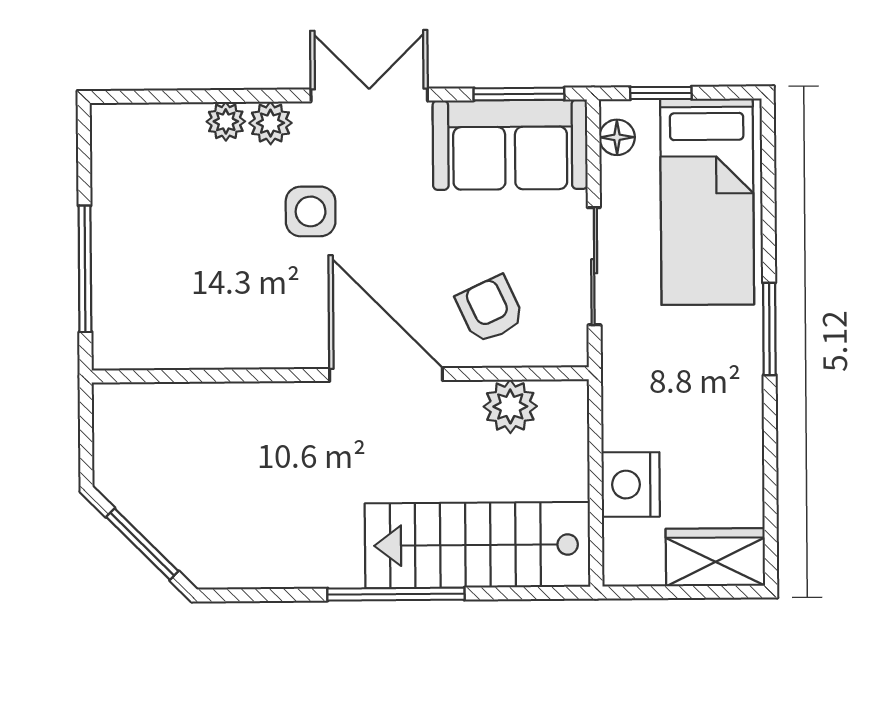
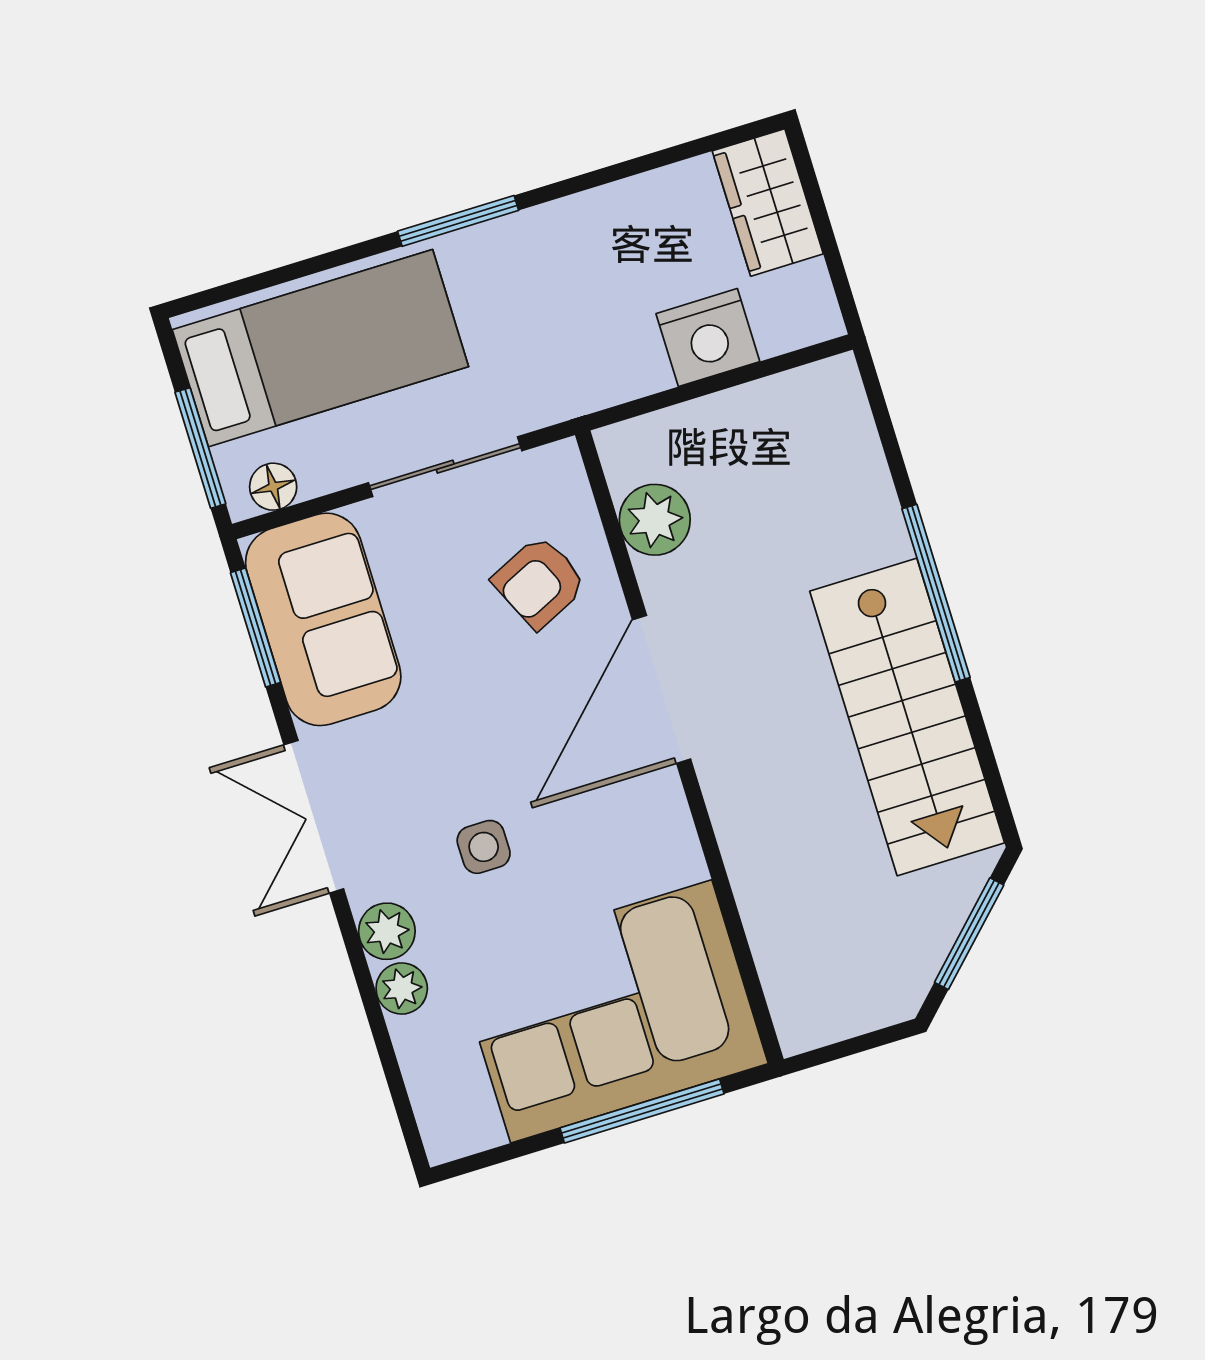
window: (661, 93) -> (200, 448), width x1.50
side table: (311, 211) -> (484, 847), width x0.73, depth x0.73
corner sofa: (164, 268) -> (611, 1011), added
stairs: (478, 545) -> (907, 717), moved

